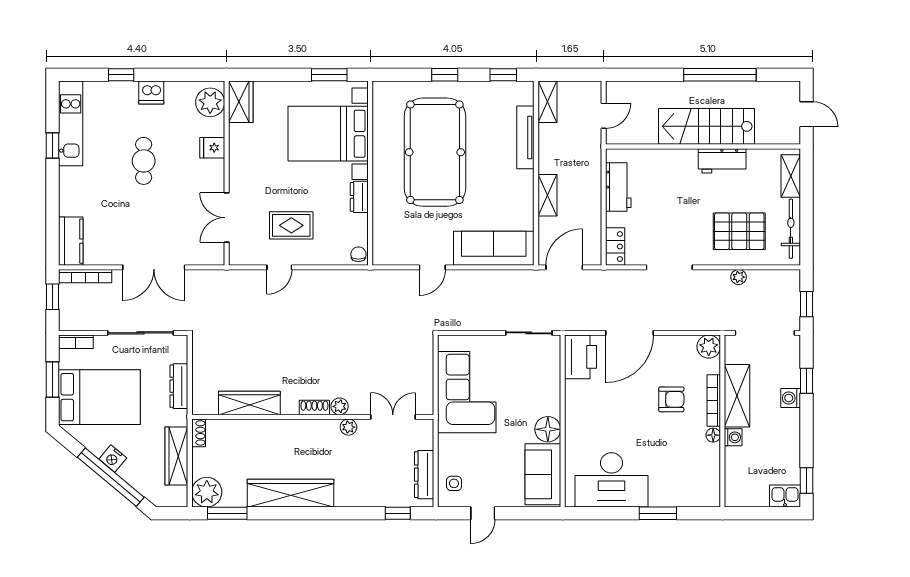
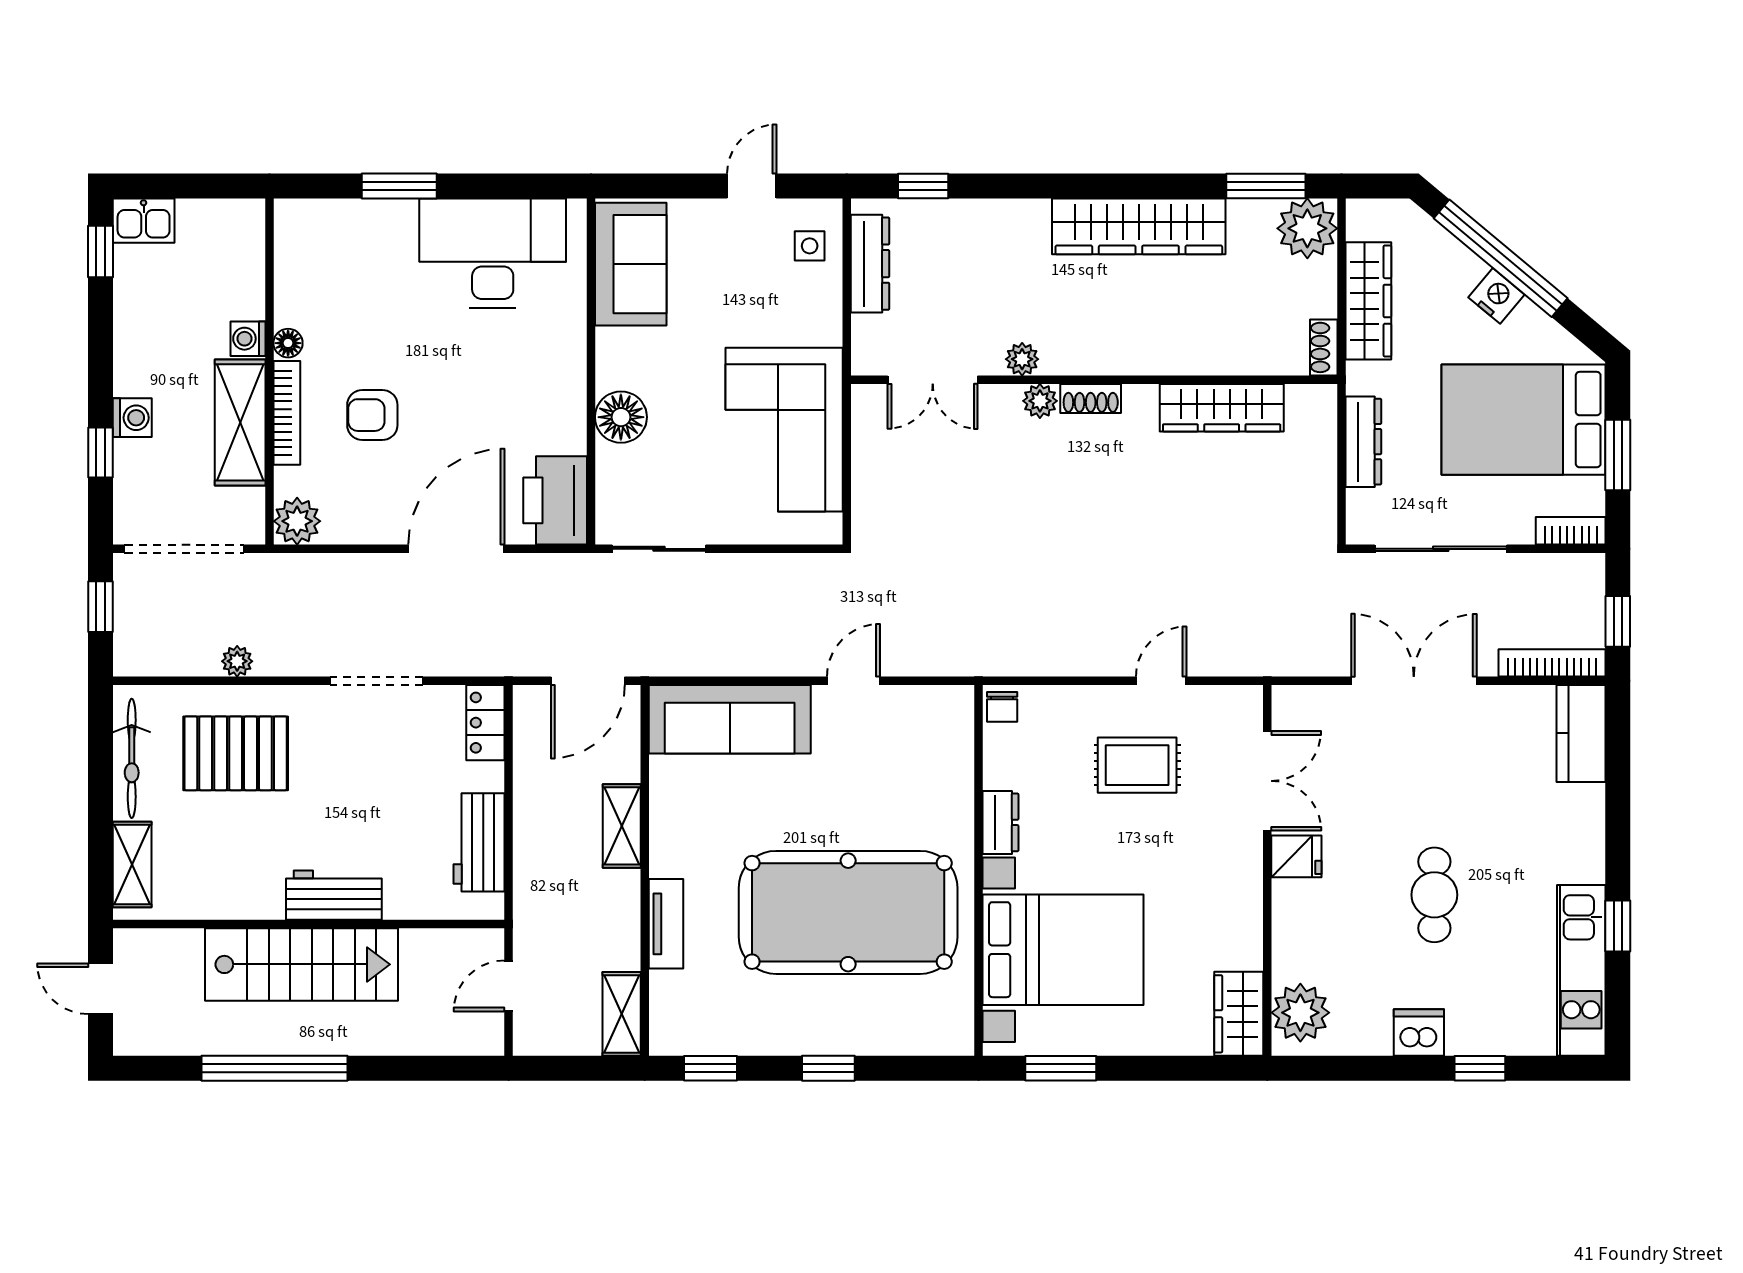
tv unit: (525, 137) -> (666, 924), width x0.71
fridge: (212, 148) -> (1296, 856), moved
pool table: (435, 152) -> (848, 912), turned 90
workbench: (722, 161) -> (334, 895), moved
floor lamp: (548, 429) -> (621, 417), moved

